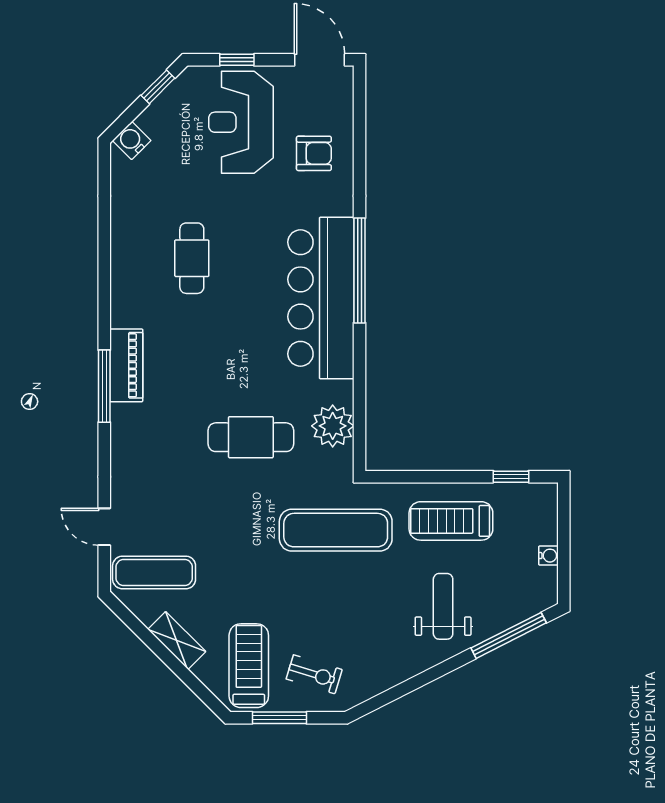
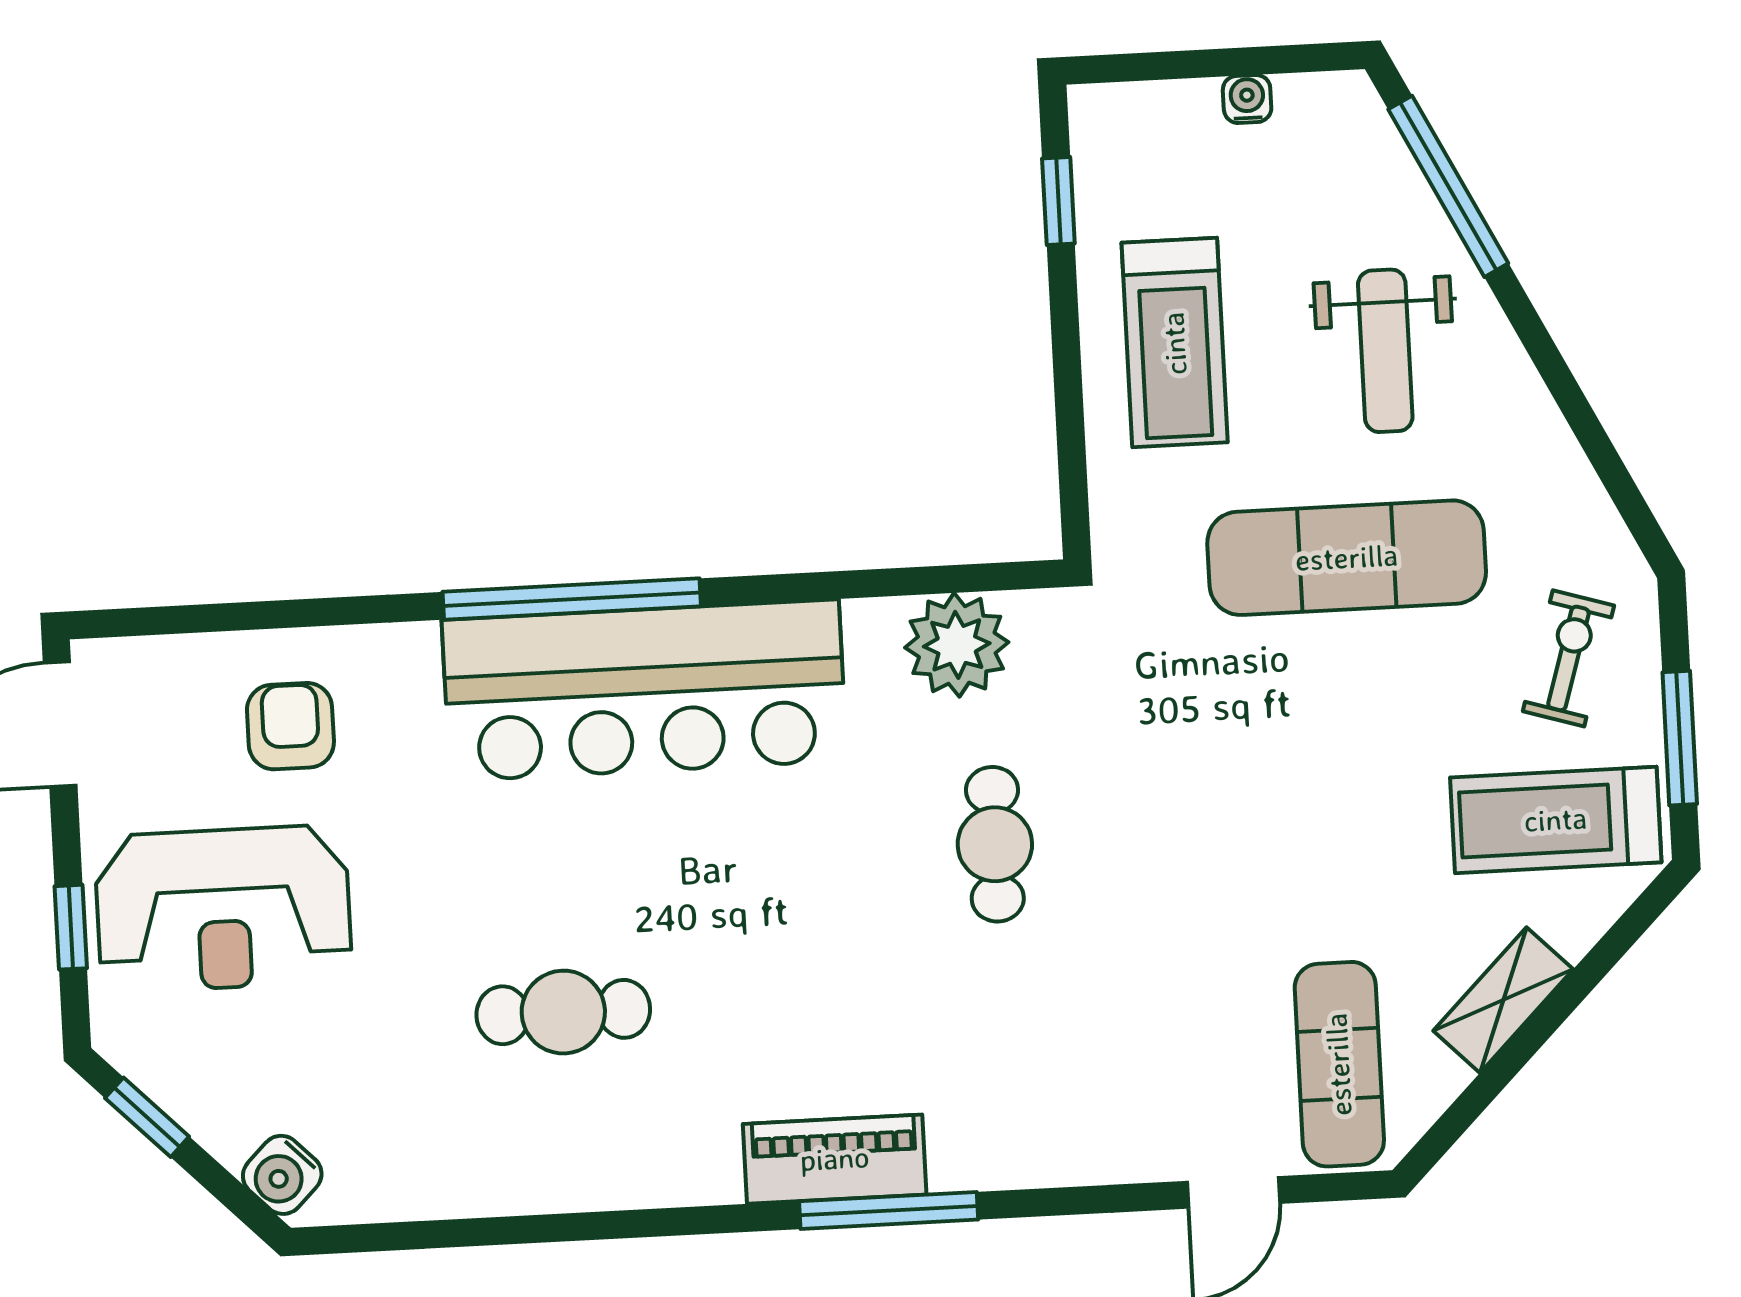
cafe table: (251, 437) -> (995, 844), width x0.73, depth x0.74
exercise mat: (336, 530) -> (1347, 558), moved, turned 90
weight bench: (443, 606) -> (1385, 351), turned -90

